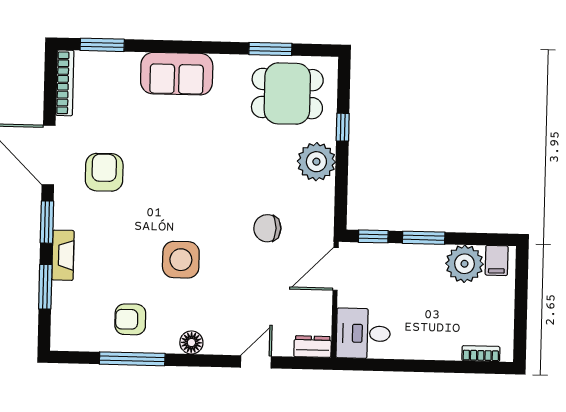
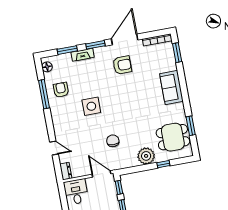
dining table: (287, 94) -> (173, 137), turned 90
floor lamp: (191, 343) -> (47, 67), moved

